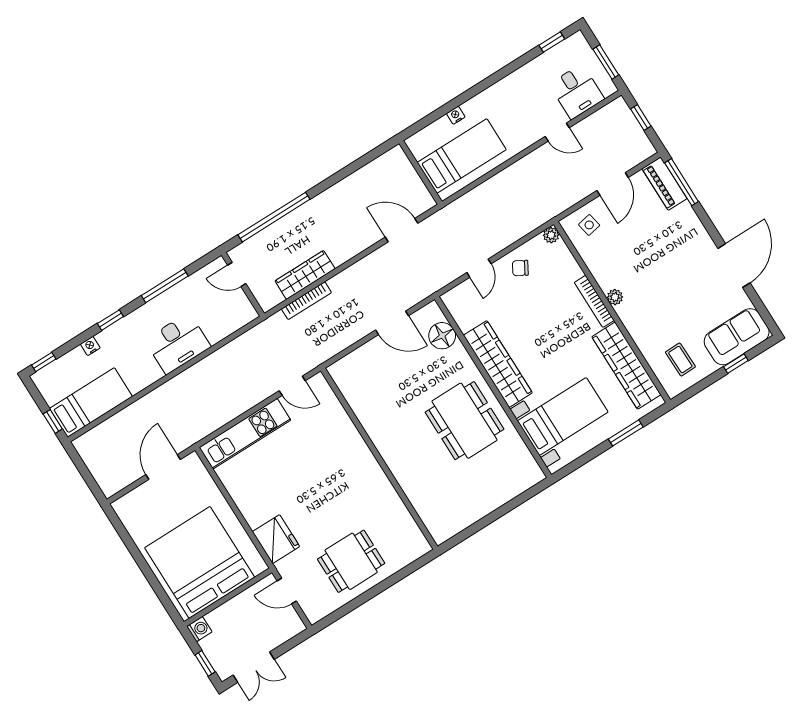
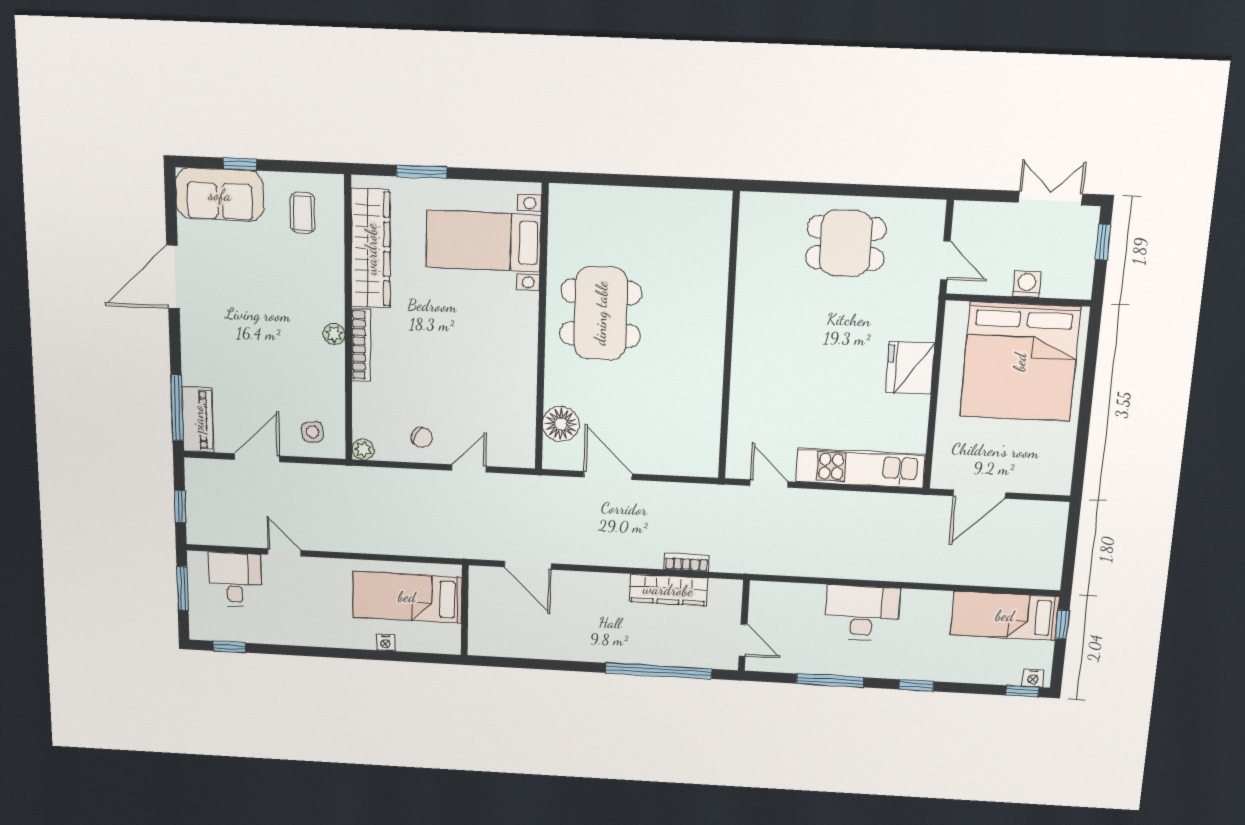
bookcase: (306, 301) -> (686, 562), width x0.64
nightstand: (90, 346) -> (1033, 678), moved
wardrobe: (498, 364) -> (519, 350), removed
fridge: (276, 539) -> (910, 368), moved
washing machine: (199, 629) -> (1027, 284), moved, turned 90

